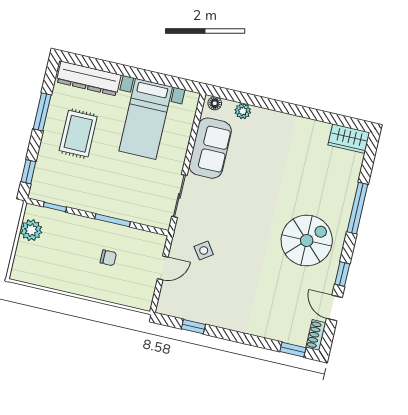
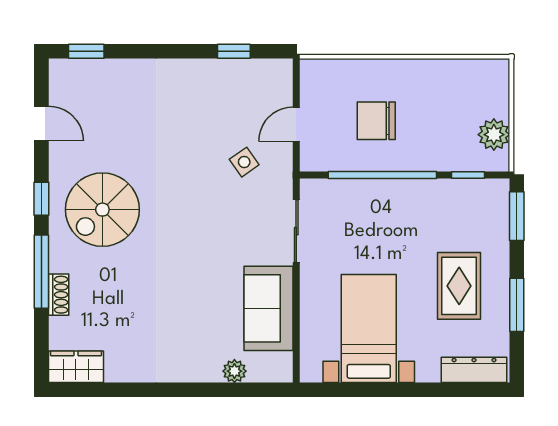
dresser: (89, 79) -> (474, 370), width x0.73, depth x0.80
floor lamp: (215, 103) -> (277, 373), removed
window: (28, 172) -> (517, 216), width x1.50
window: (113, 220) -> (382, 175), width x2.11
chair: (108, 258) -> (376, 121), width x1.87, depth x1.87
window: (342, 274) -> (41, 199), moved
shoe rack: (316, 335) -> (59, 295), moved

